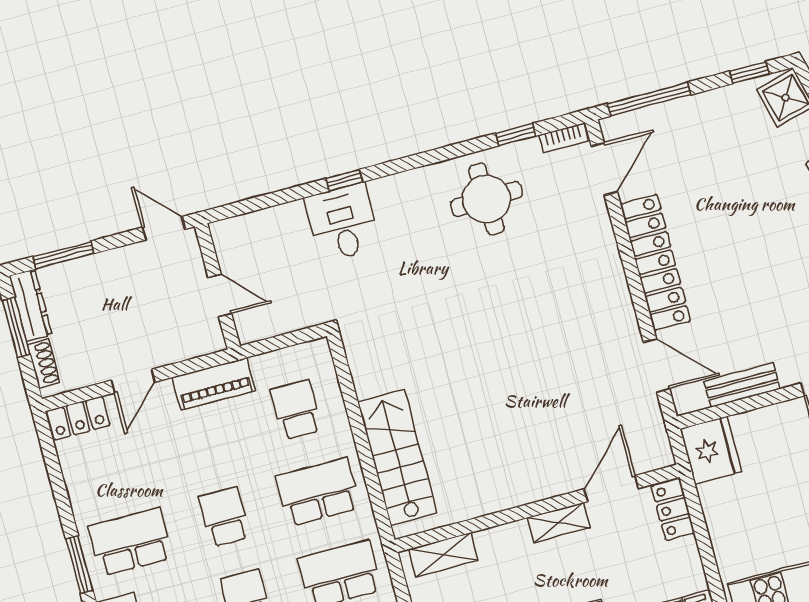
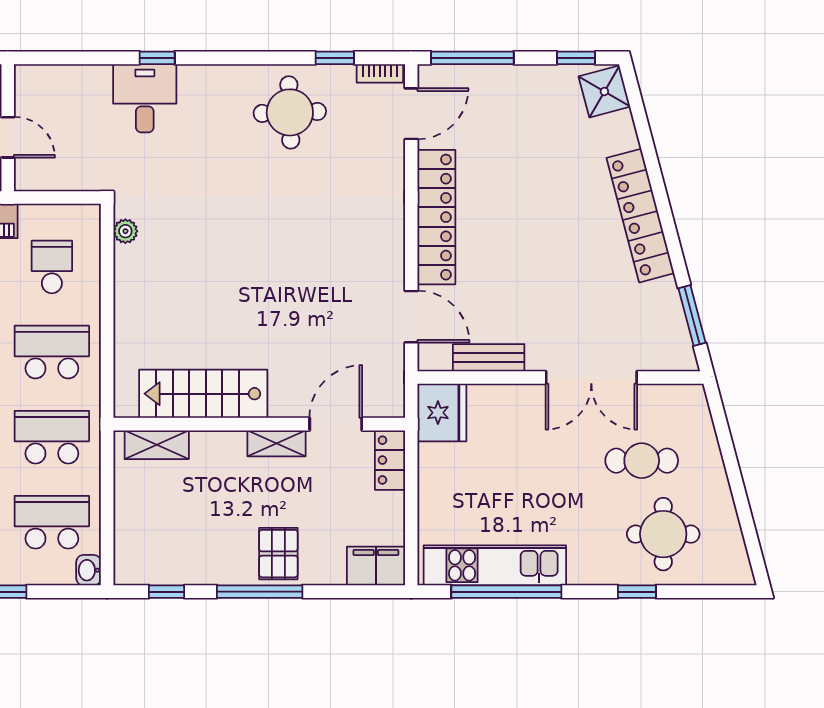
plant: (358, 356) -> (125, 231), added
stairs: (397, 457) -> (203, 394), moved, turned -90

